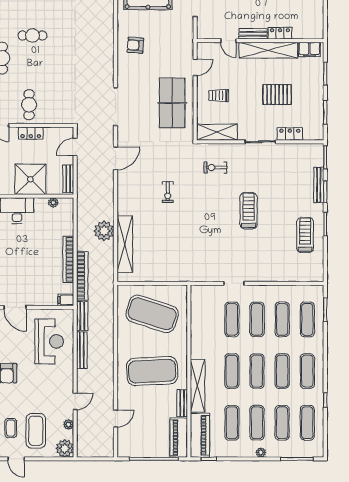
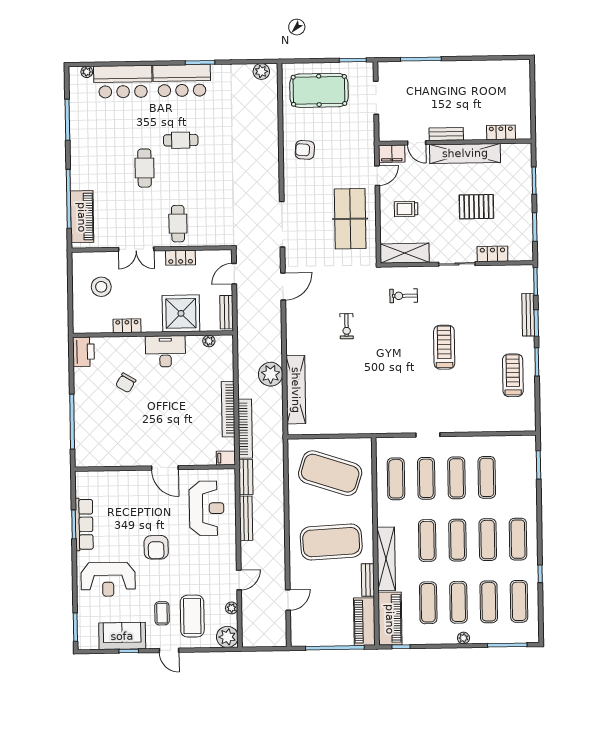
locker: (280, 33) -> (501, 132), moved
filing cabinet: (309, 49) -> (392, 154), moved
exercise mat: (307, 319) -> (396, 479), moved

